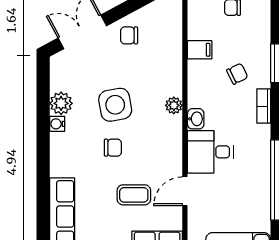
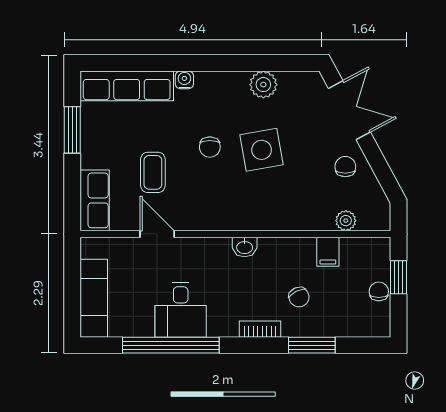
plant: (174, 105) -> (346, 221), moved
water cooler: (57, 124) -> (184, 80), moved
desk: (210, 152) -> (181, 310), moved, turned 180

